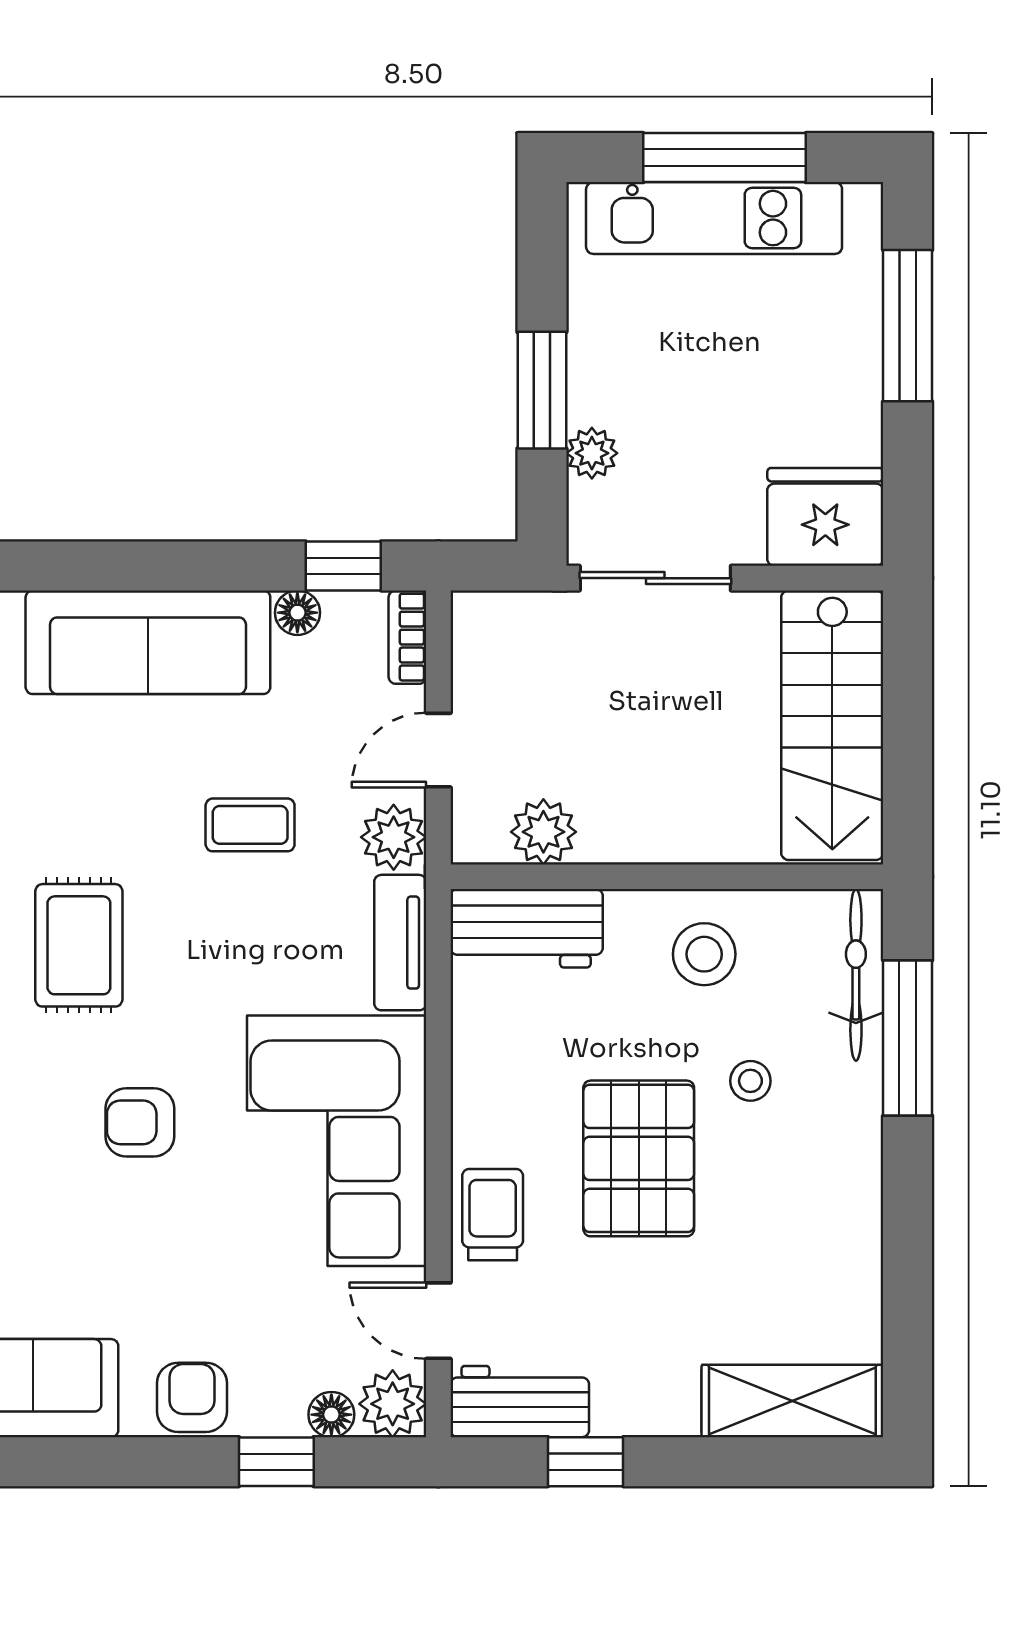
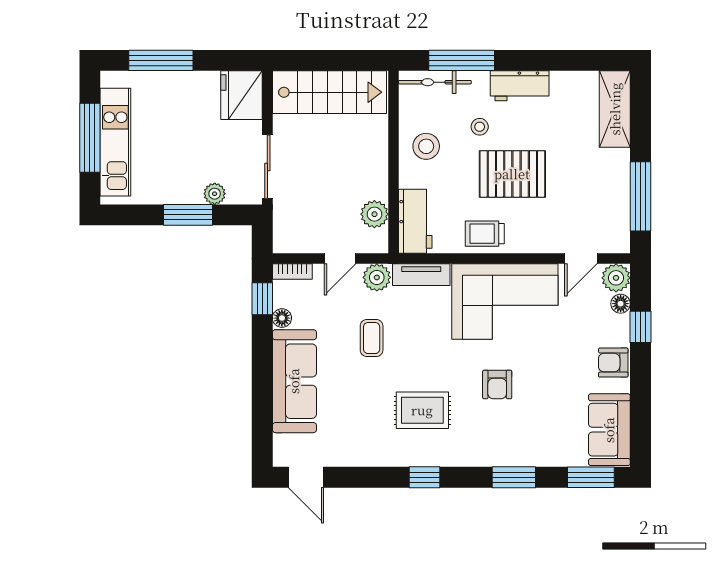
door: (438, 750) -> (340, 259), hinge flipped
trolley: (493, 1215) -> (485, 234), moved
workbench: (520, 1402) -> (520, 86), moved, turned -90
window: (586, 1462) -> (640, 196), width x2.17

